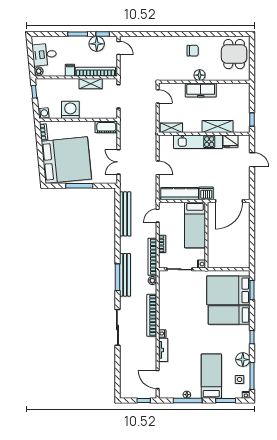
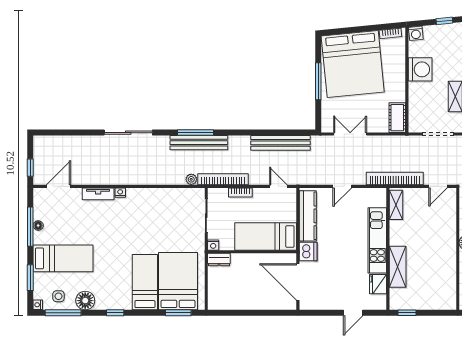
freezer: (201, 90) -> (447, 244), removed
dresser: (212, 260) -> (219, 260), added
bookcase: (152, 315) -> (395, 178), moved

